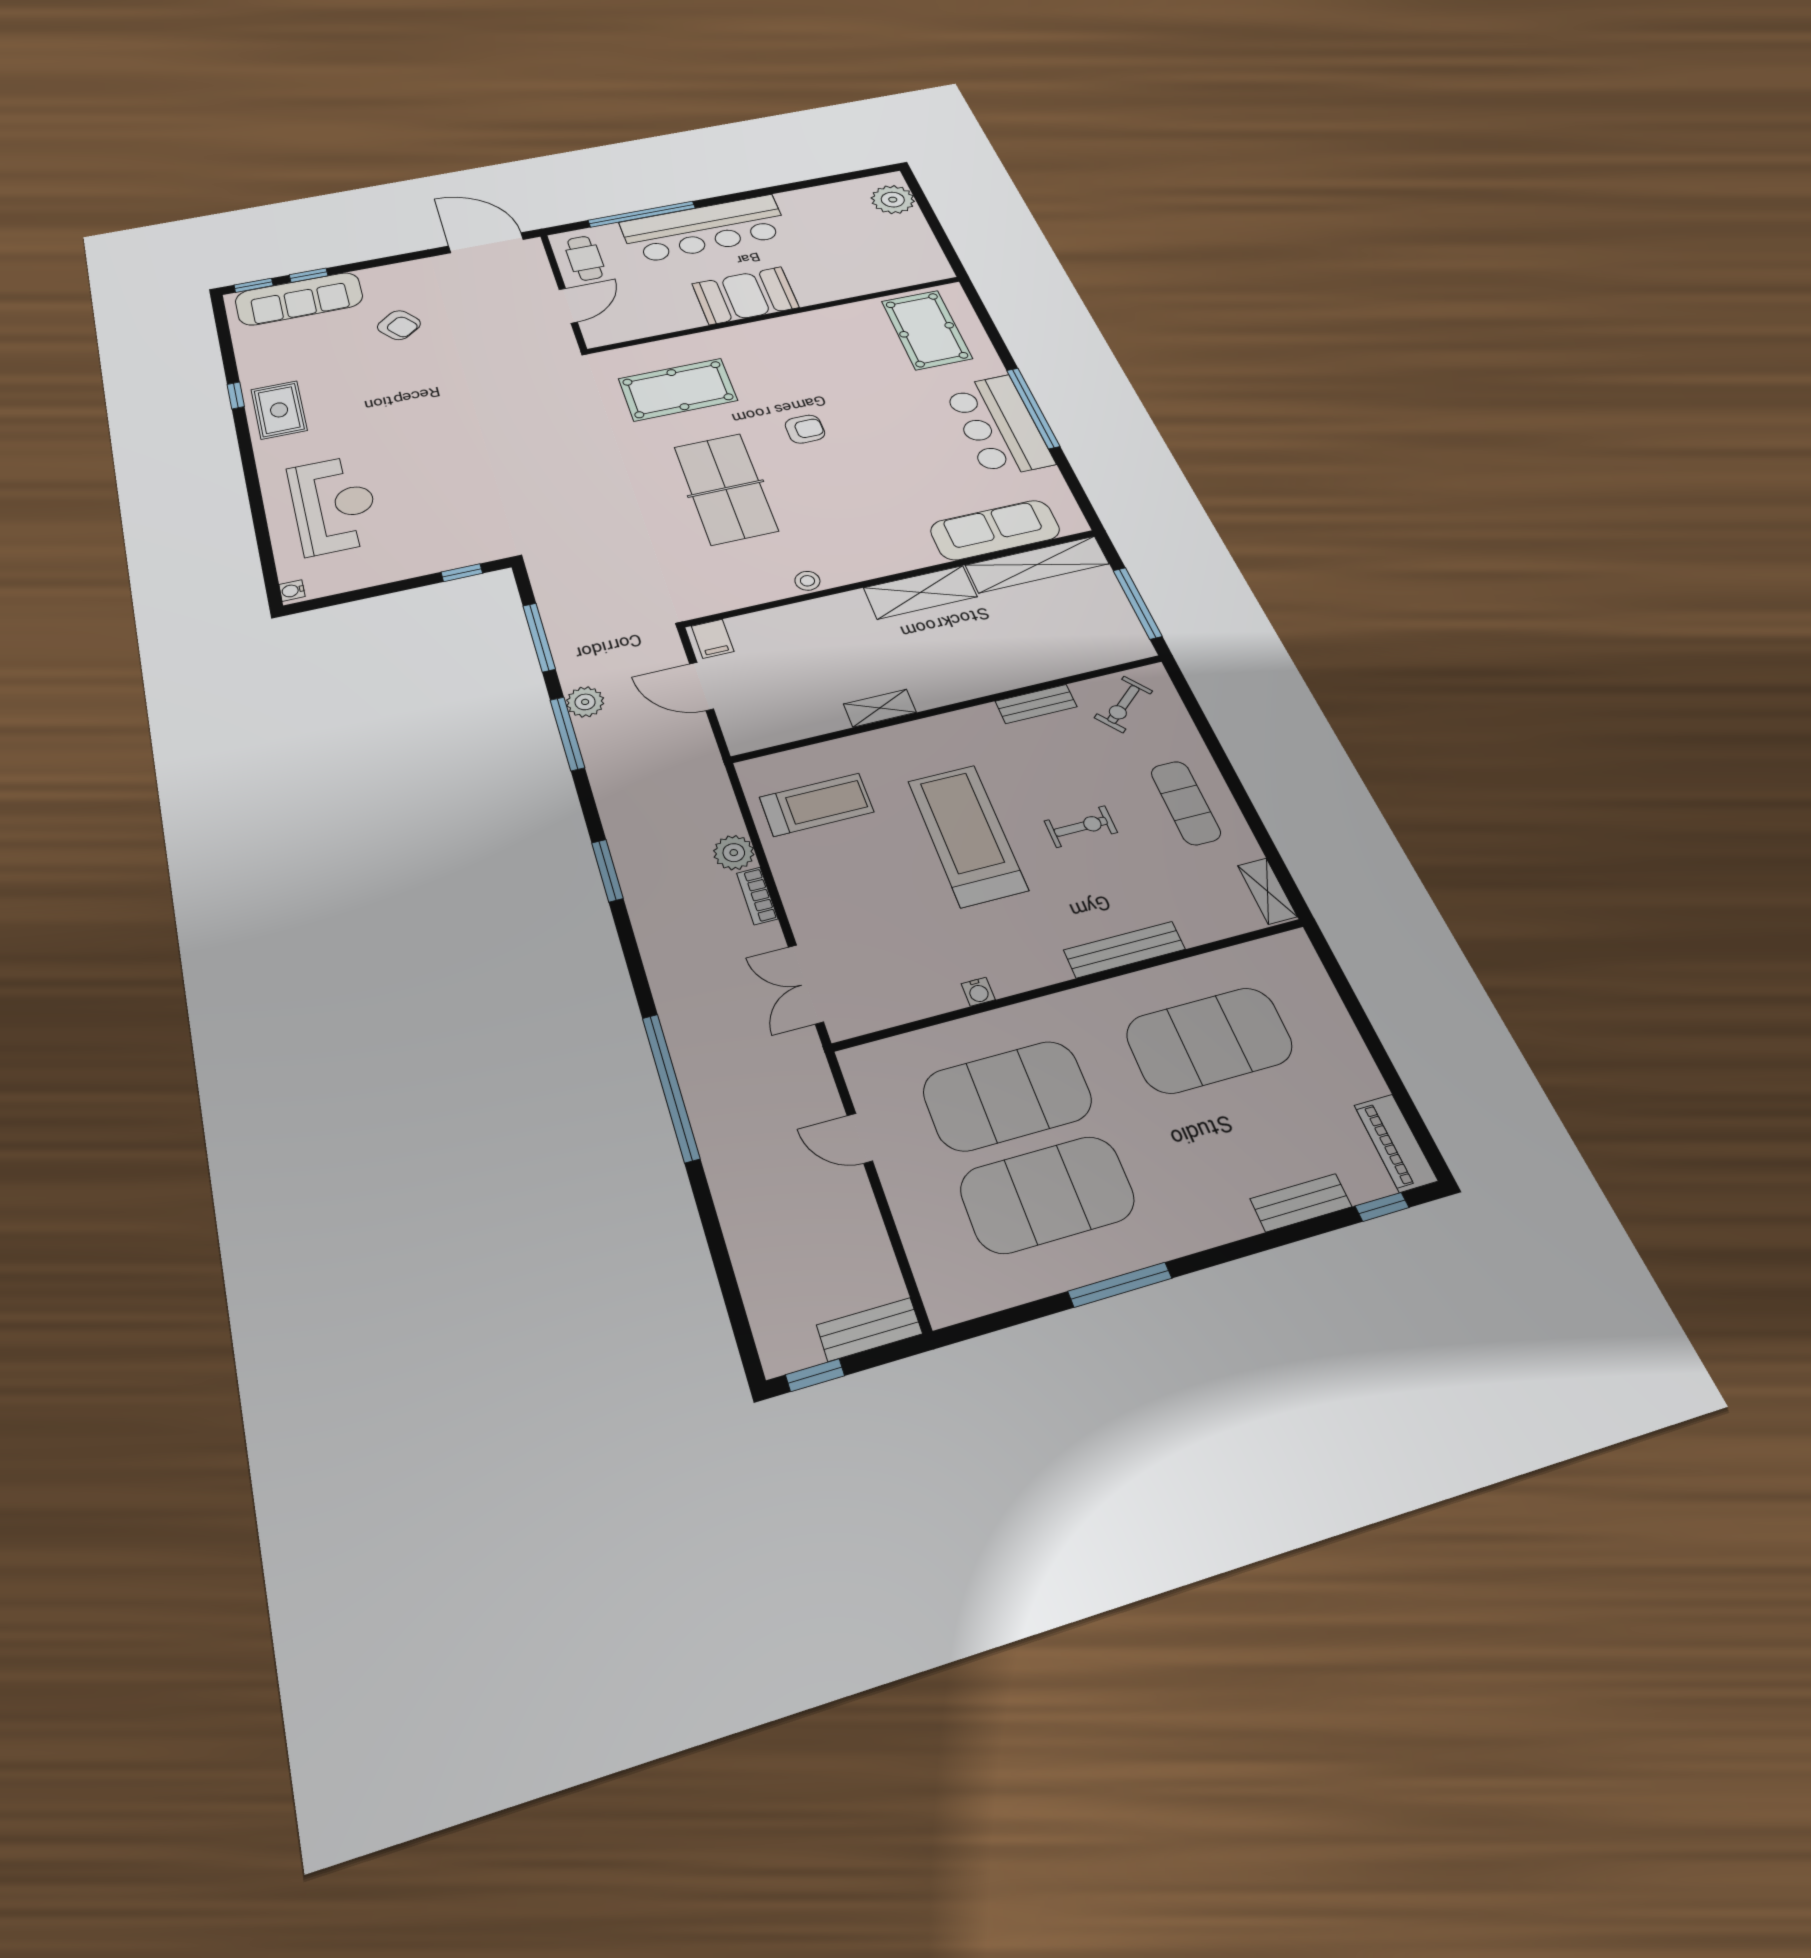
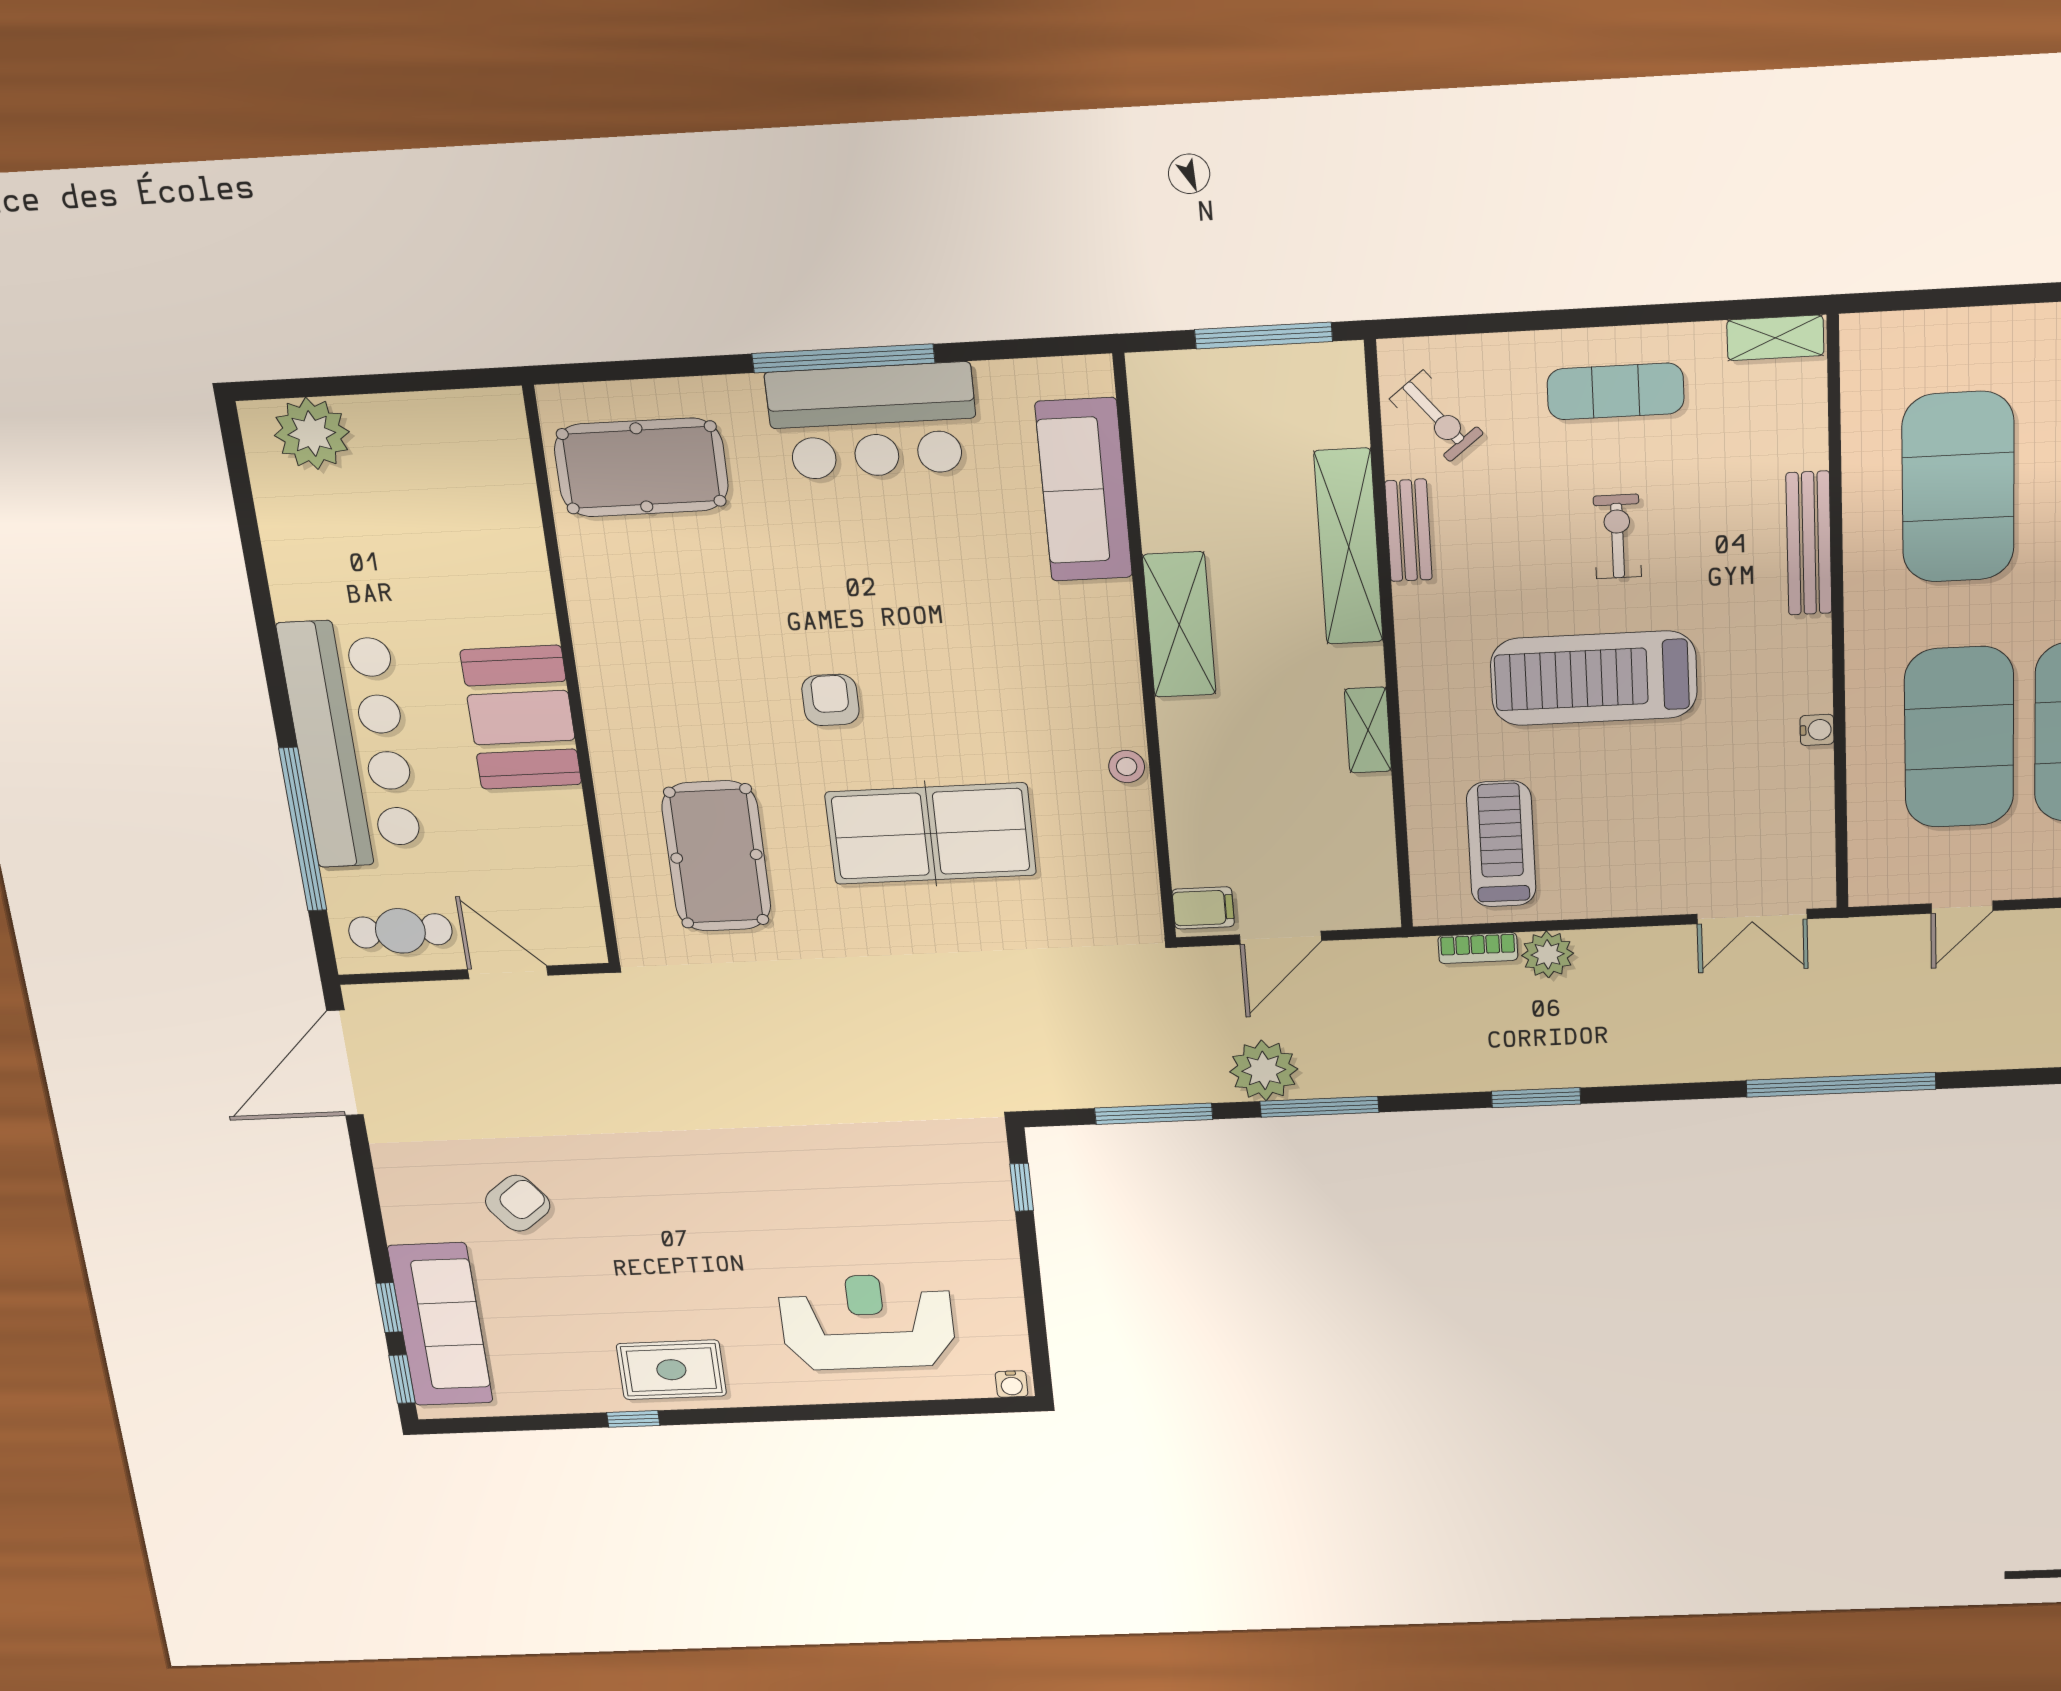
shelving: (1037, 564) -> (1349, 547), moved
plant: (585, 702) -> (1264, 1070), width x1.36, depth x1.36
bookcase: (757, 896) -> (1478, 948), moved

